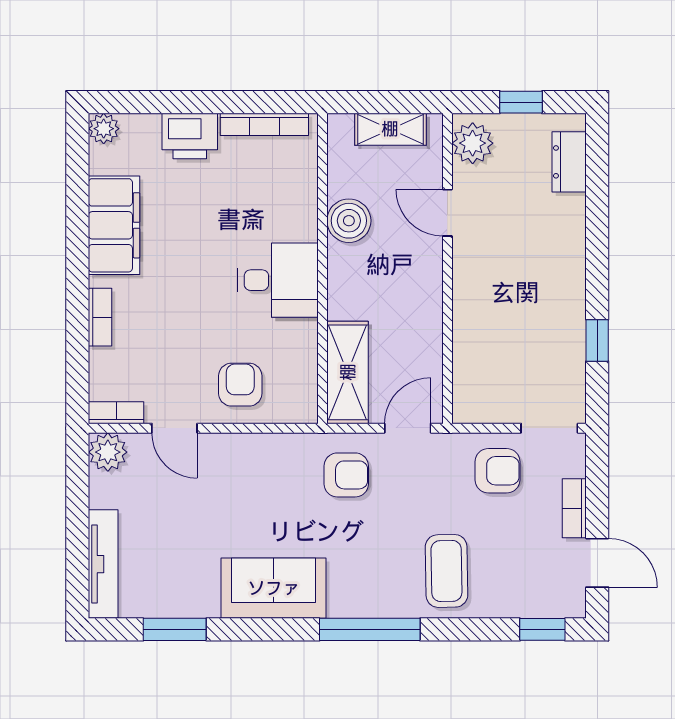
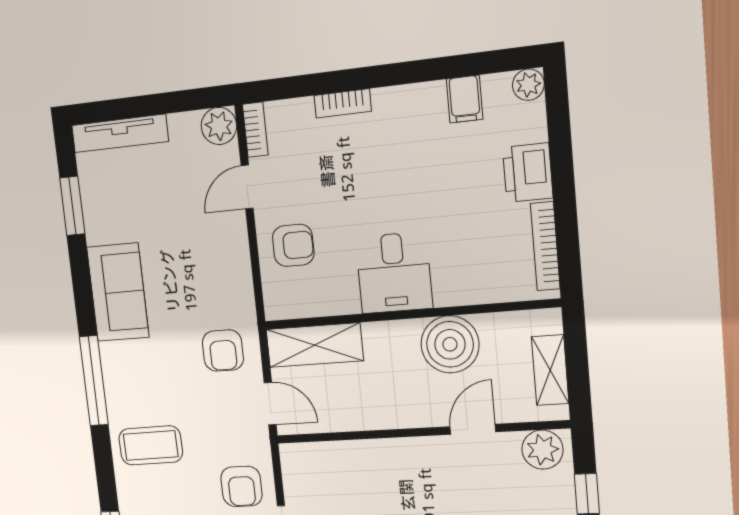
boiler: (349, 221) -> (450, 344), width x1.37, depth x1.37
filing cabinet: (114, 225) -> (465, 99), width x0.33, depth x0.86

